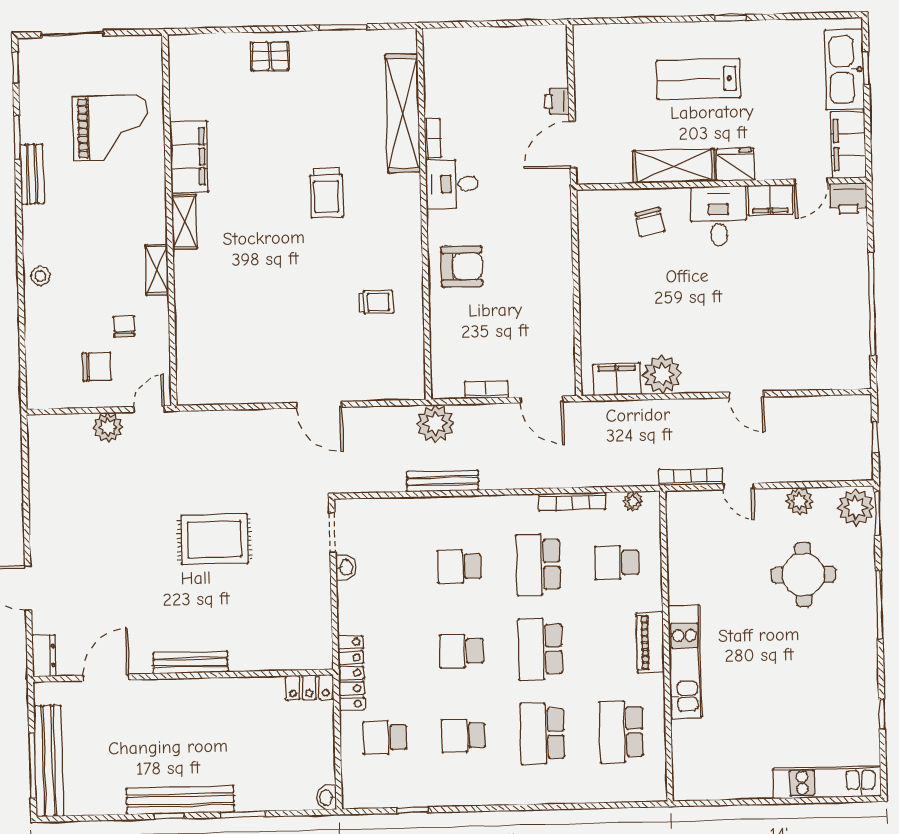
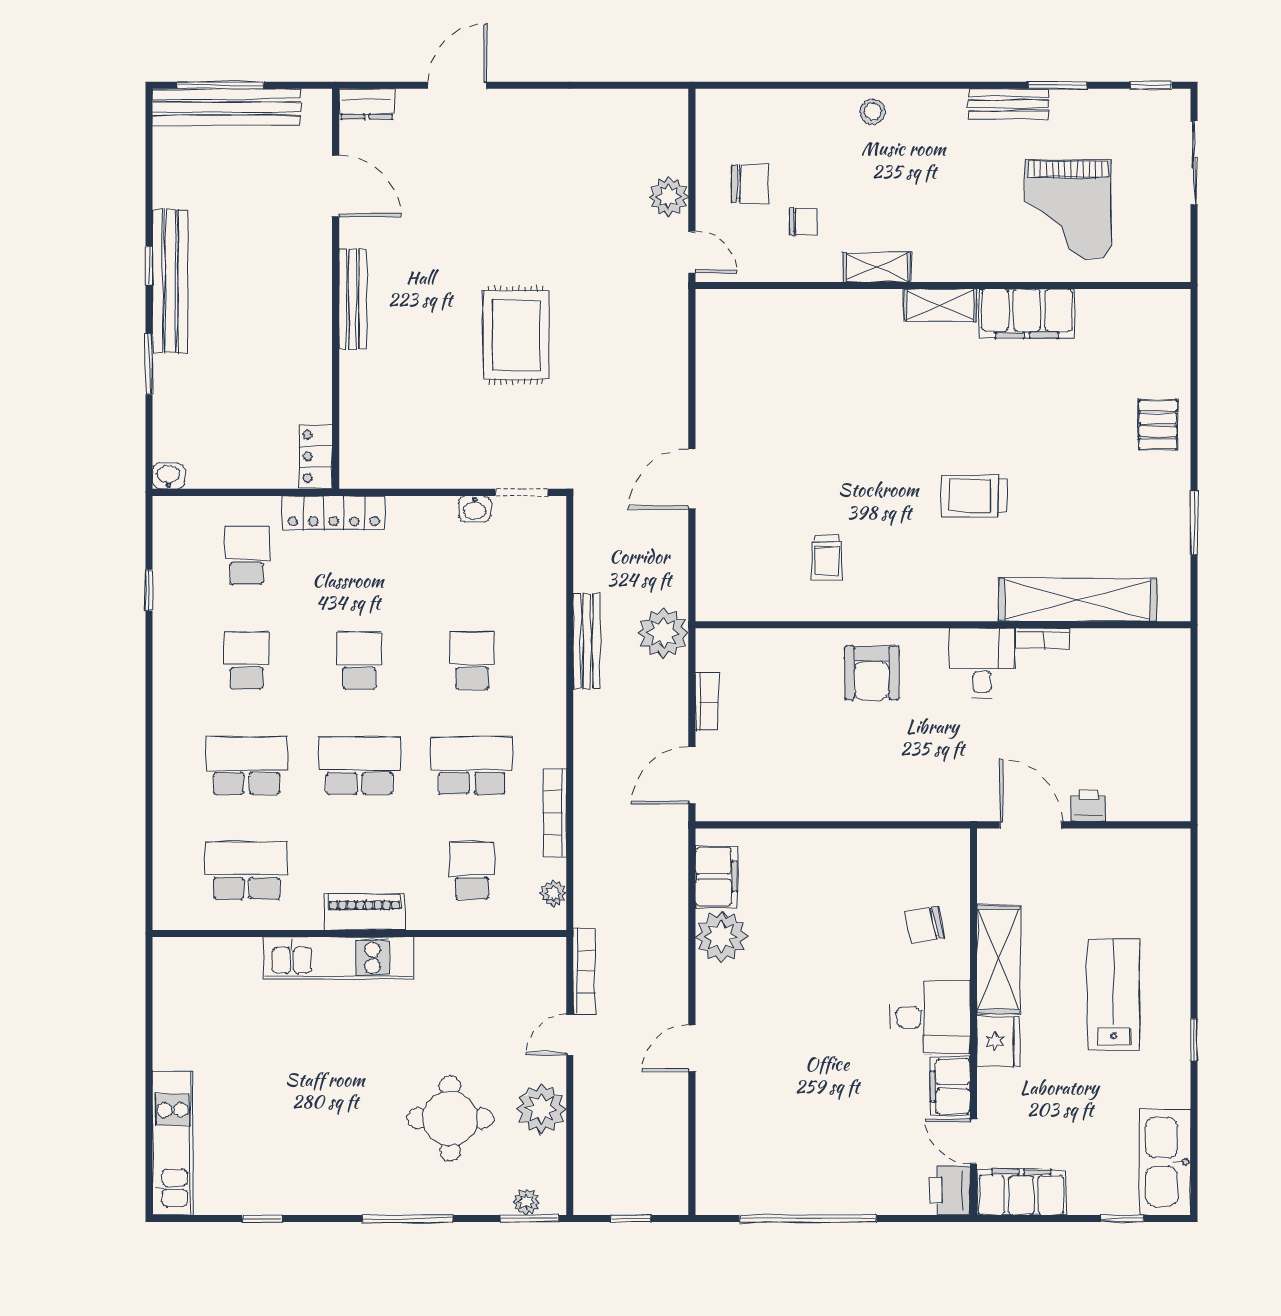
kitchen sink: (844, 70) -> (1165, 1162), moved, turned -90
chair: (97, 367) -> (750, 184), turned -90
plant: (799, 501) -> (541, 1109), width x1.36, depth x1.36
plant: (856, 507) -> (526, 1202), width x0.53, depth x0.53

